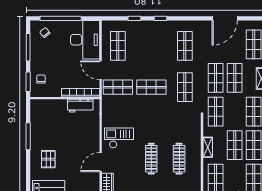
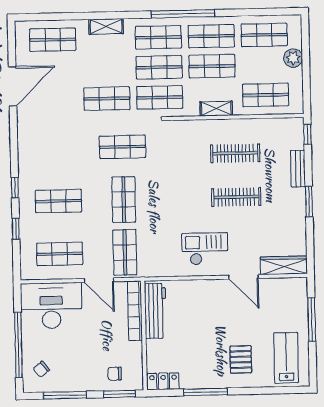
door: (225, 18) -> (13, 86), hinge flipped
shop shelf: (185, 46) -> (58, 201), moved
door: (101, 70) -> (99, 280), hinge flipped
shop shelf: (235, 78) -> (159, 67), moved
workbench: (80, 106) -> (155, 311), width x1.38
locker: (35, 110) -> (163, 381), added
checkout: (119, 138) -> (205, 249), turned 90
pallet: (48, 159) -> (241, 359), turned 90

